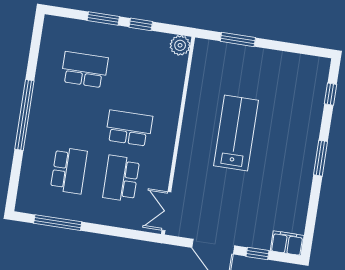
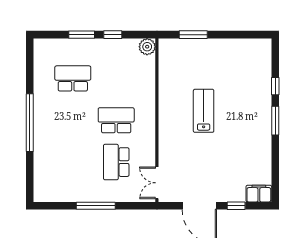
window: (330, 94) -> (275, 86), moved
lab bench: (236, 133) -> (204, 111), width x0.73, depth x0.72
school desk: (69, 170) -> (73, 162), removed
window: (58, 223) -> (96, 206), moved

